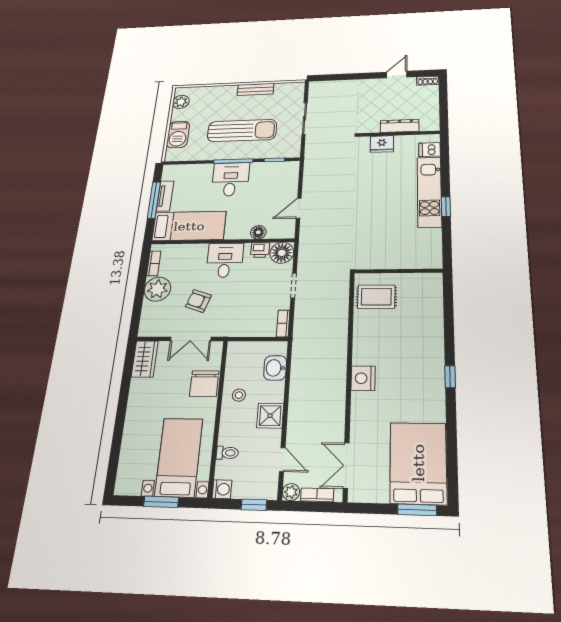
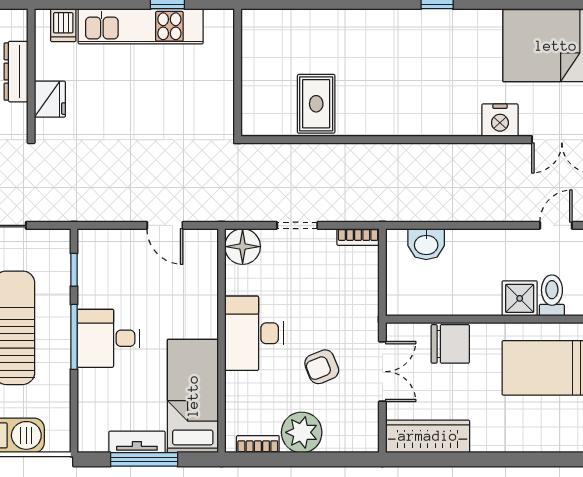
floor lamp: (258, 232) -> (206, 285), removed
printer: (260, 250) -> (237, 280), removed
desk: (225, 260) -> (254, 333), width x1.37
wall: (398, 271) -> (238, 73), moved
armchair: (198, 301) -> (322, 367), turned 49
wardrobe: (145, 359) -> (428, 436), width x1.50
nightstand: (363, 378) -> (500, 120), moved
stool: (239, 395) -> (467, 292), removed
shower: (270, 416) -> (520, 298), moved
toilet: (227, 453) -> (552, 295), width x1.37, depth x1.39

